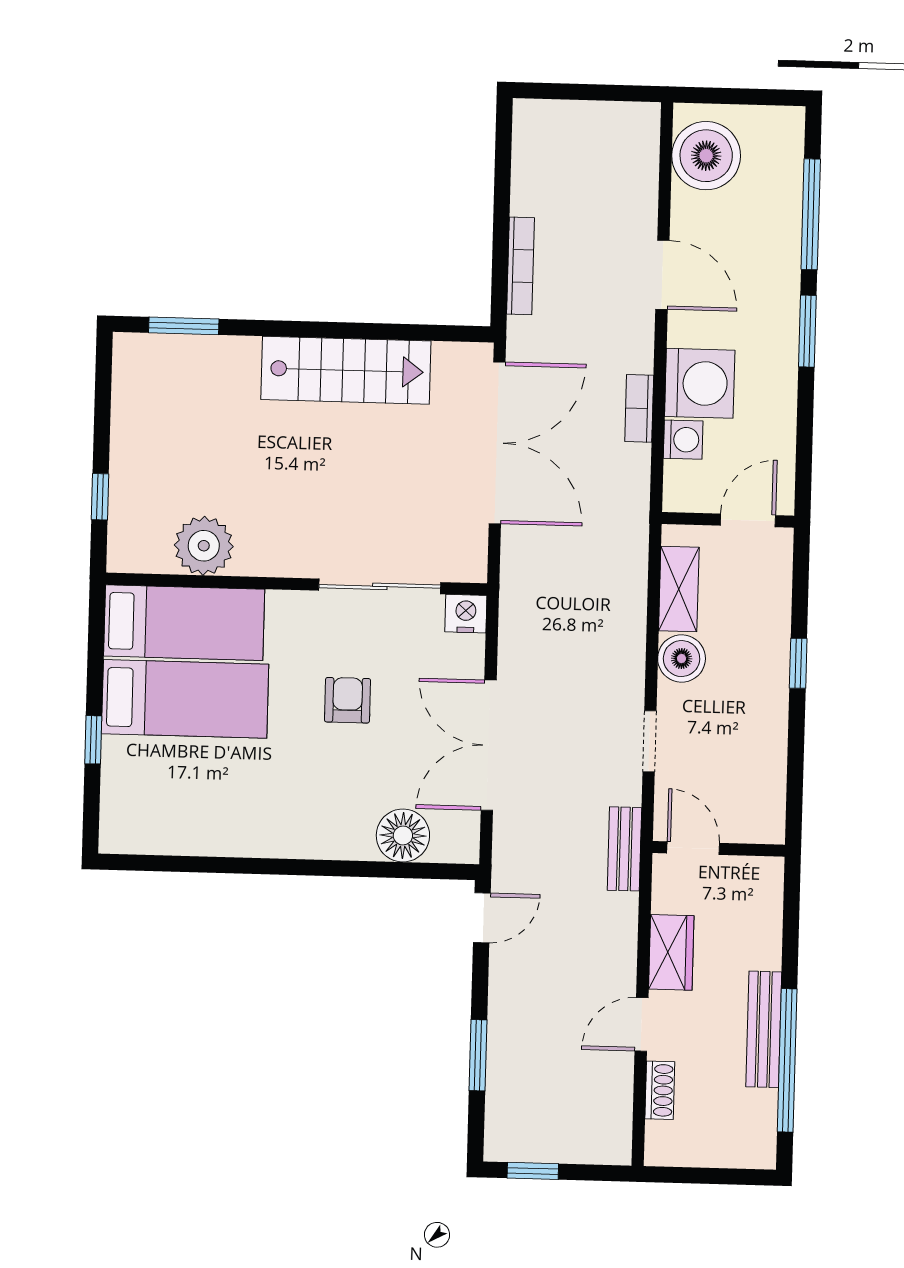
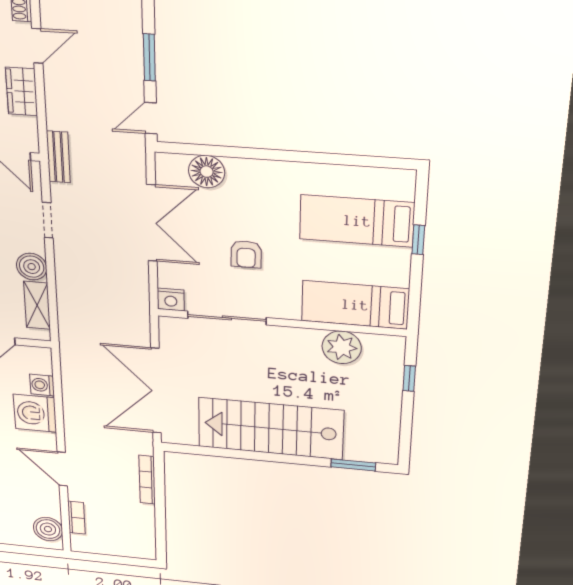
boiler: (706, 156) -> (48, 529), width x0.73, depth x0.73
stairs: (346, 370) -> (271, 429), width x1.36, depth x1.51
bookcase: (639, 408) -> (76, 518), moved
bed: (185, 699) -> (357, 221), moved
window: (478, 1055) -> (149, 57), moved

